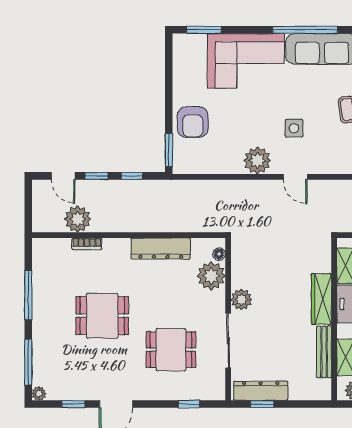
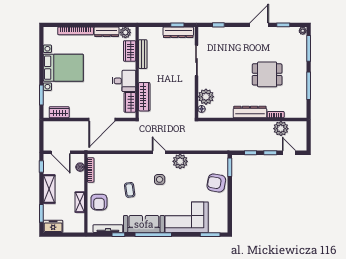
armchair: (193, 122) -> (216, 183), turned -80
dresser: (161, 249) -> (250, 112), moved
plant: (241, 299) -> (189, 83), removed
wardrobe: (321, 299) -> (144, 97), moved
dining table: (171, 350) -> (229, 55), removed

